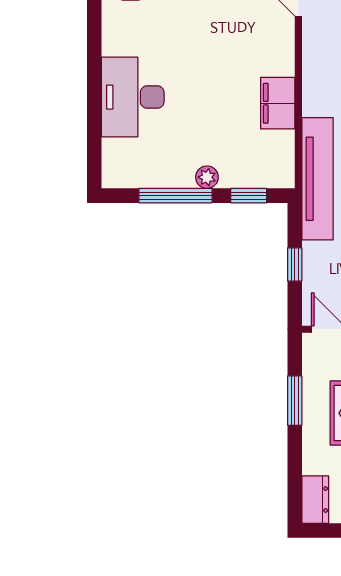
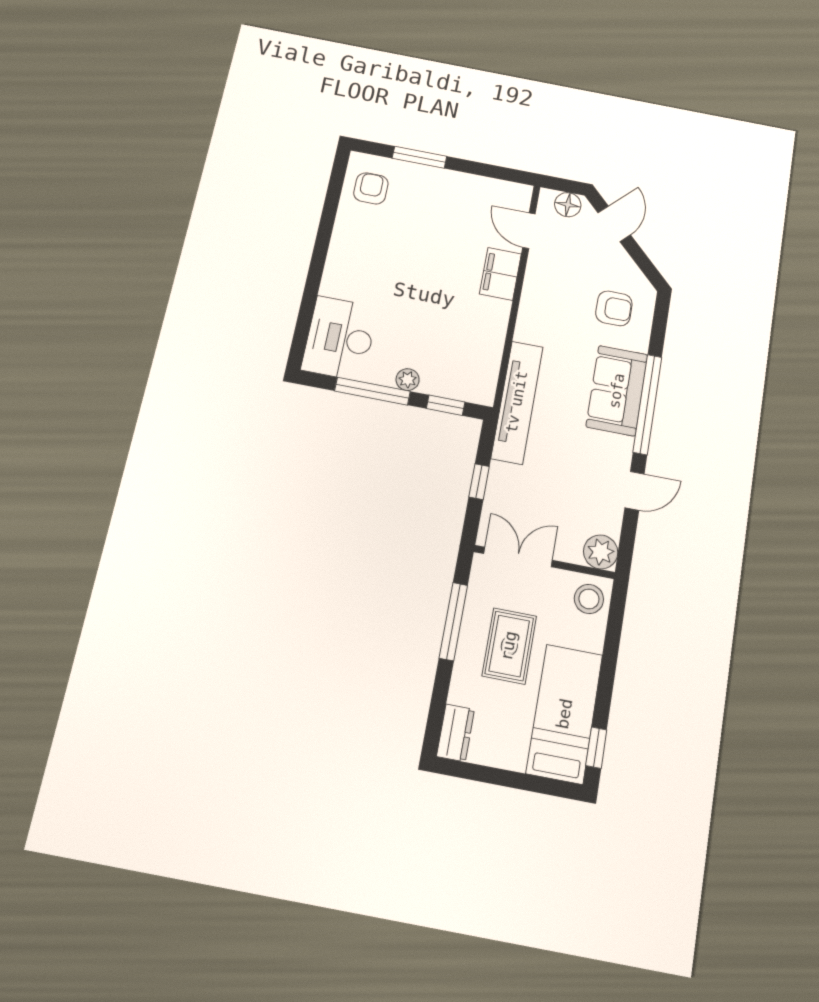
desk: (133, 97) -> (340, 338), moved
filing cabinet: (278, 103) -> (500, 274), moved
window: (295, 401) -> (453, 622), width x1.44

